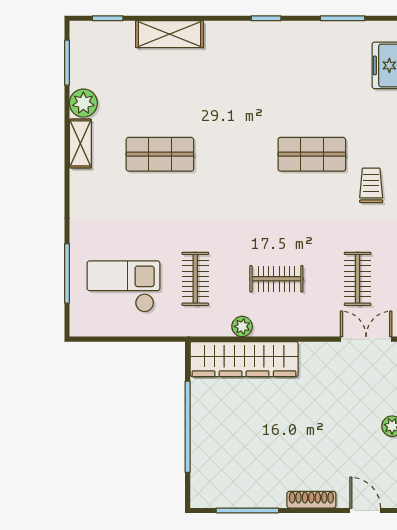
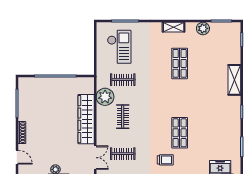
shelving: (169, 34) -> (234, 80), moved
shelving: (80, 143) -> (174, 27), moved
plant: (242, 326) -> (105, 97), width x1.88, depth x1.88
wardrobe: (244, 359) -> (86, 119), moved
door: (365, 510) -> (17, 157), hinge flipped

